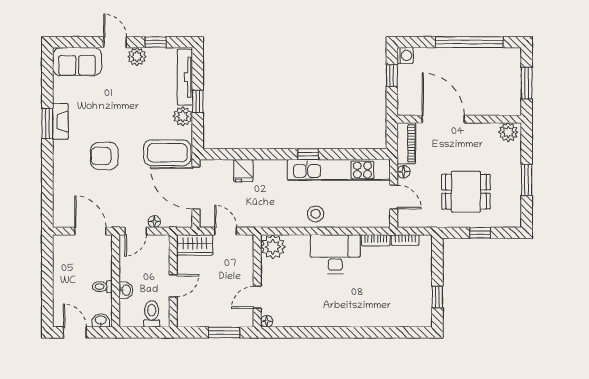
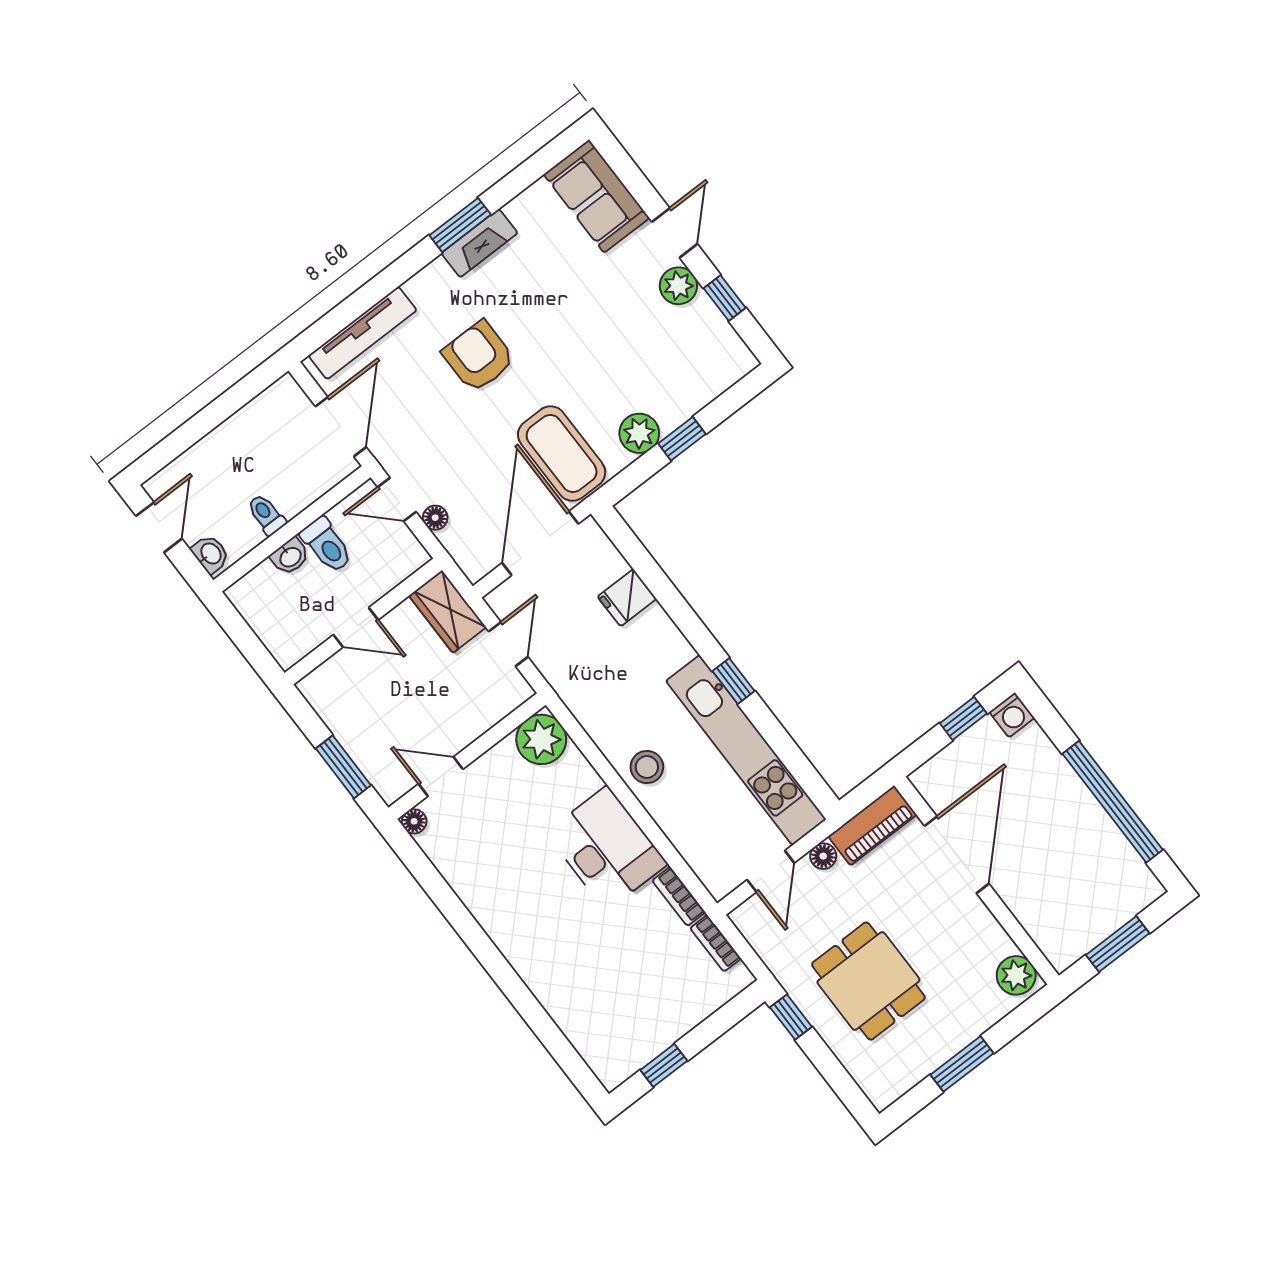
tv unit: (185, 77) -> (363, 333), moved, turned 180
window: (480, 233) -> (791, 1017), moved
toilet: (152, 314) -> (327, 545), moved, turned 90

